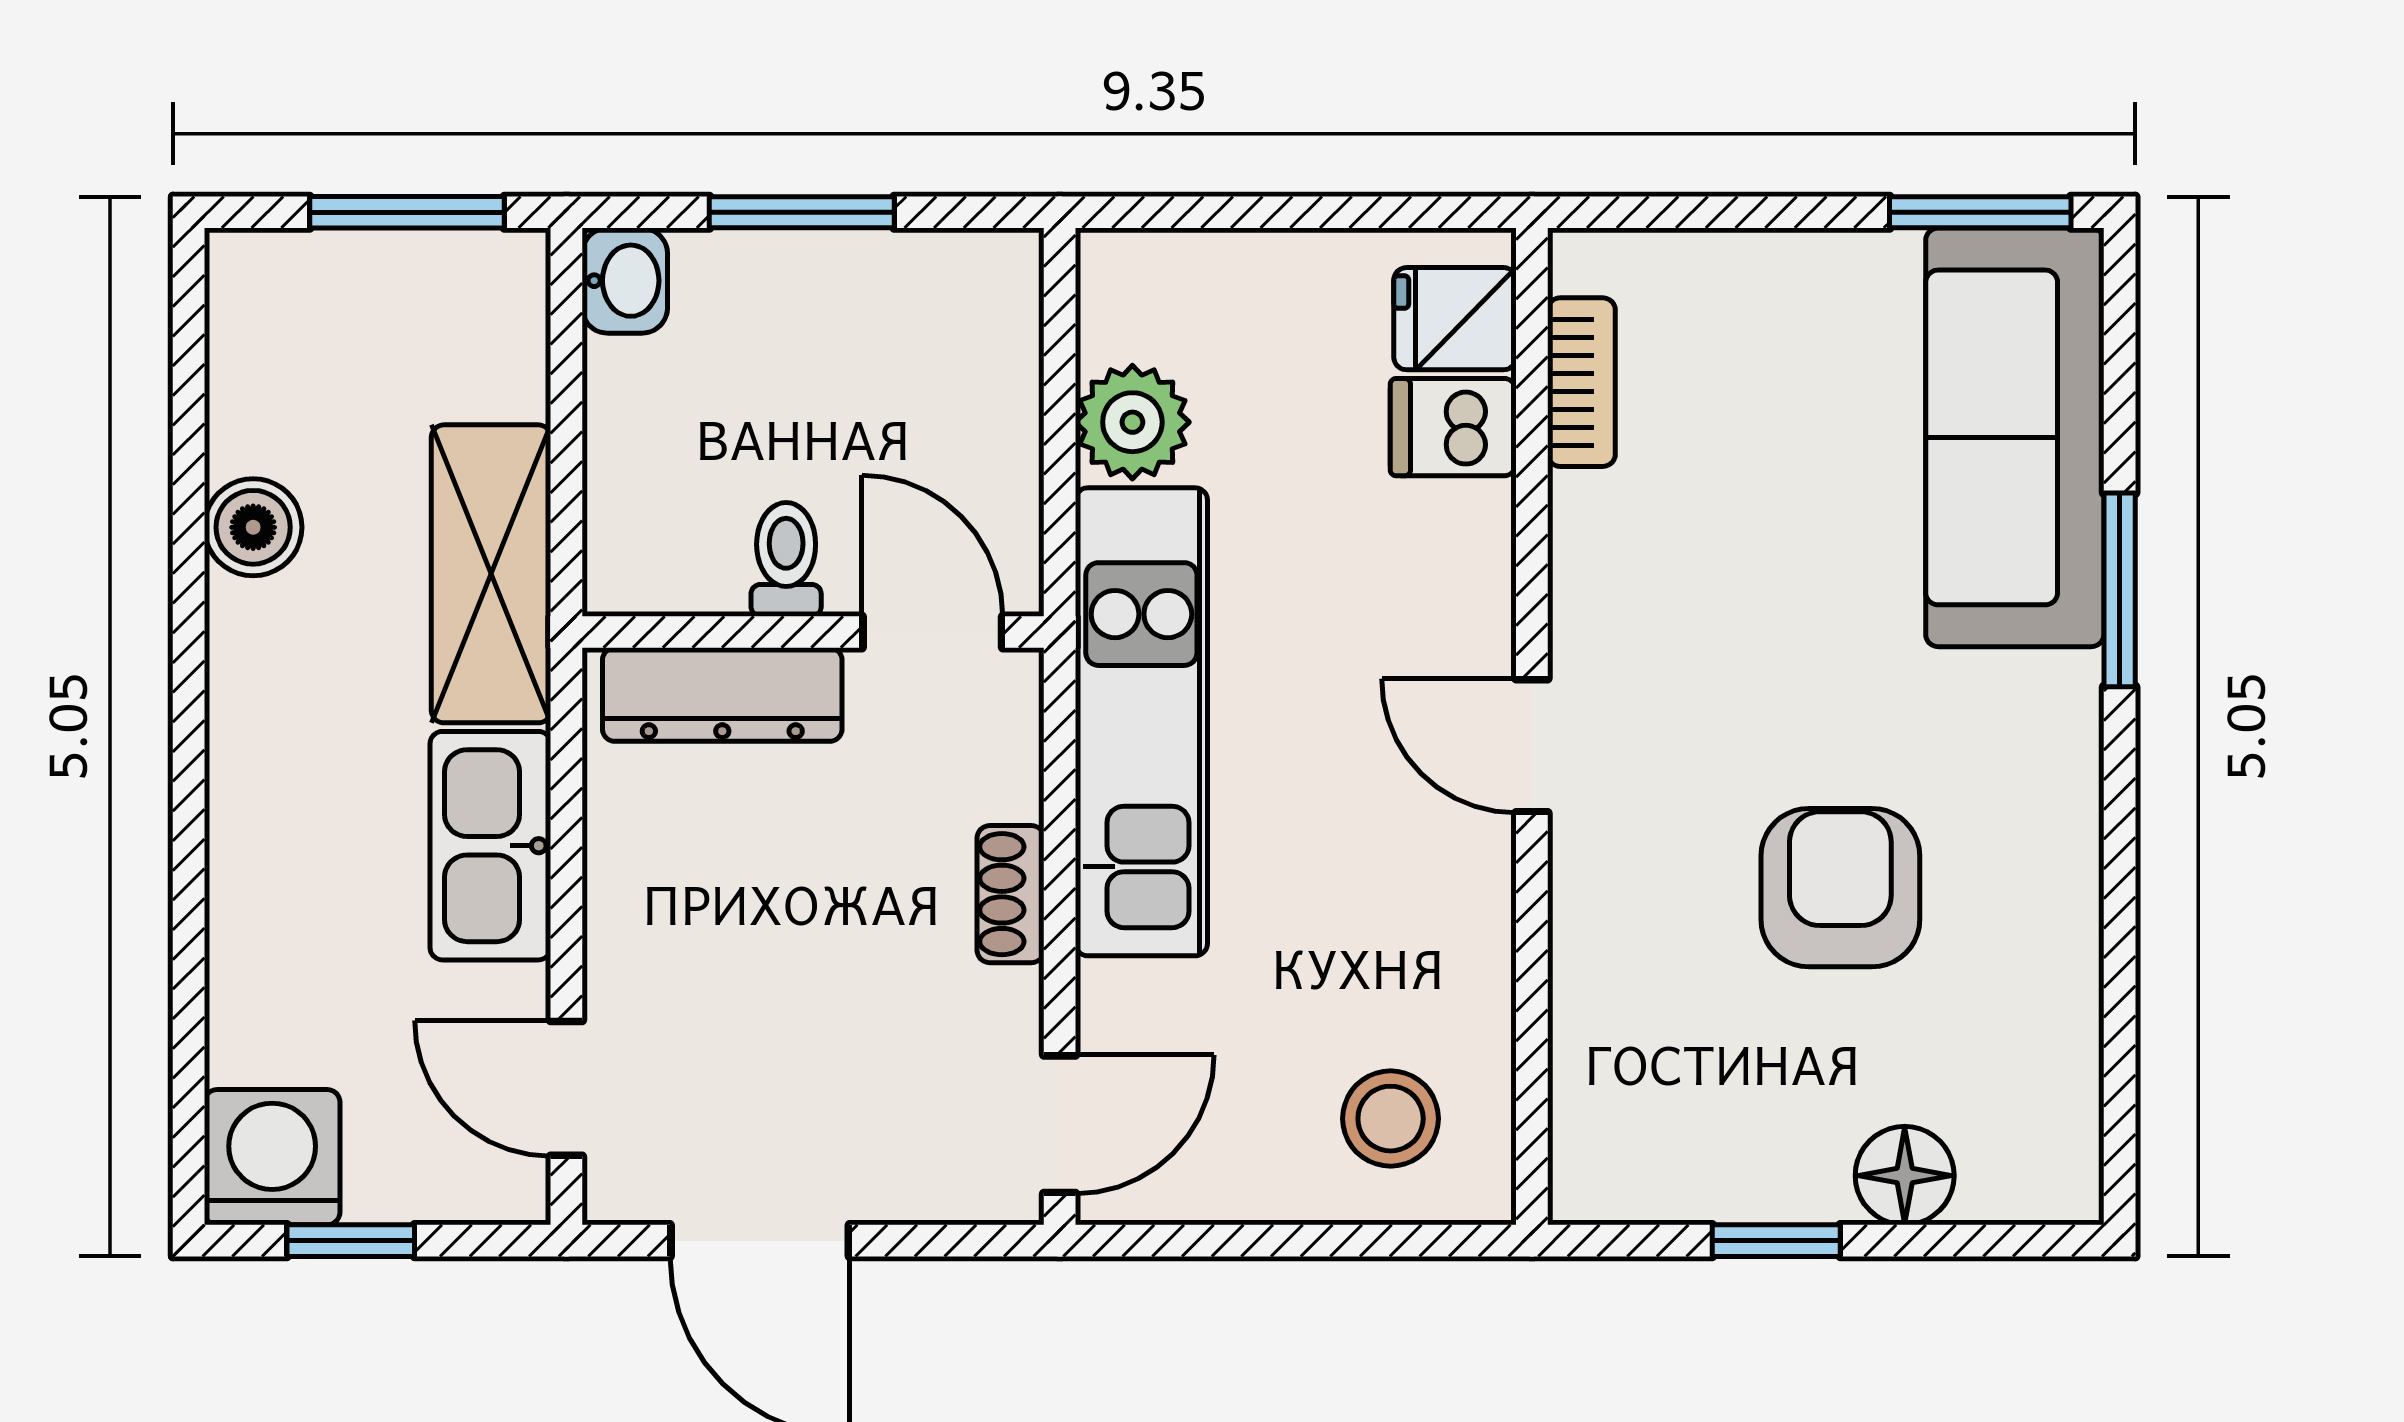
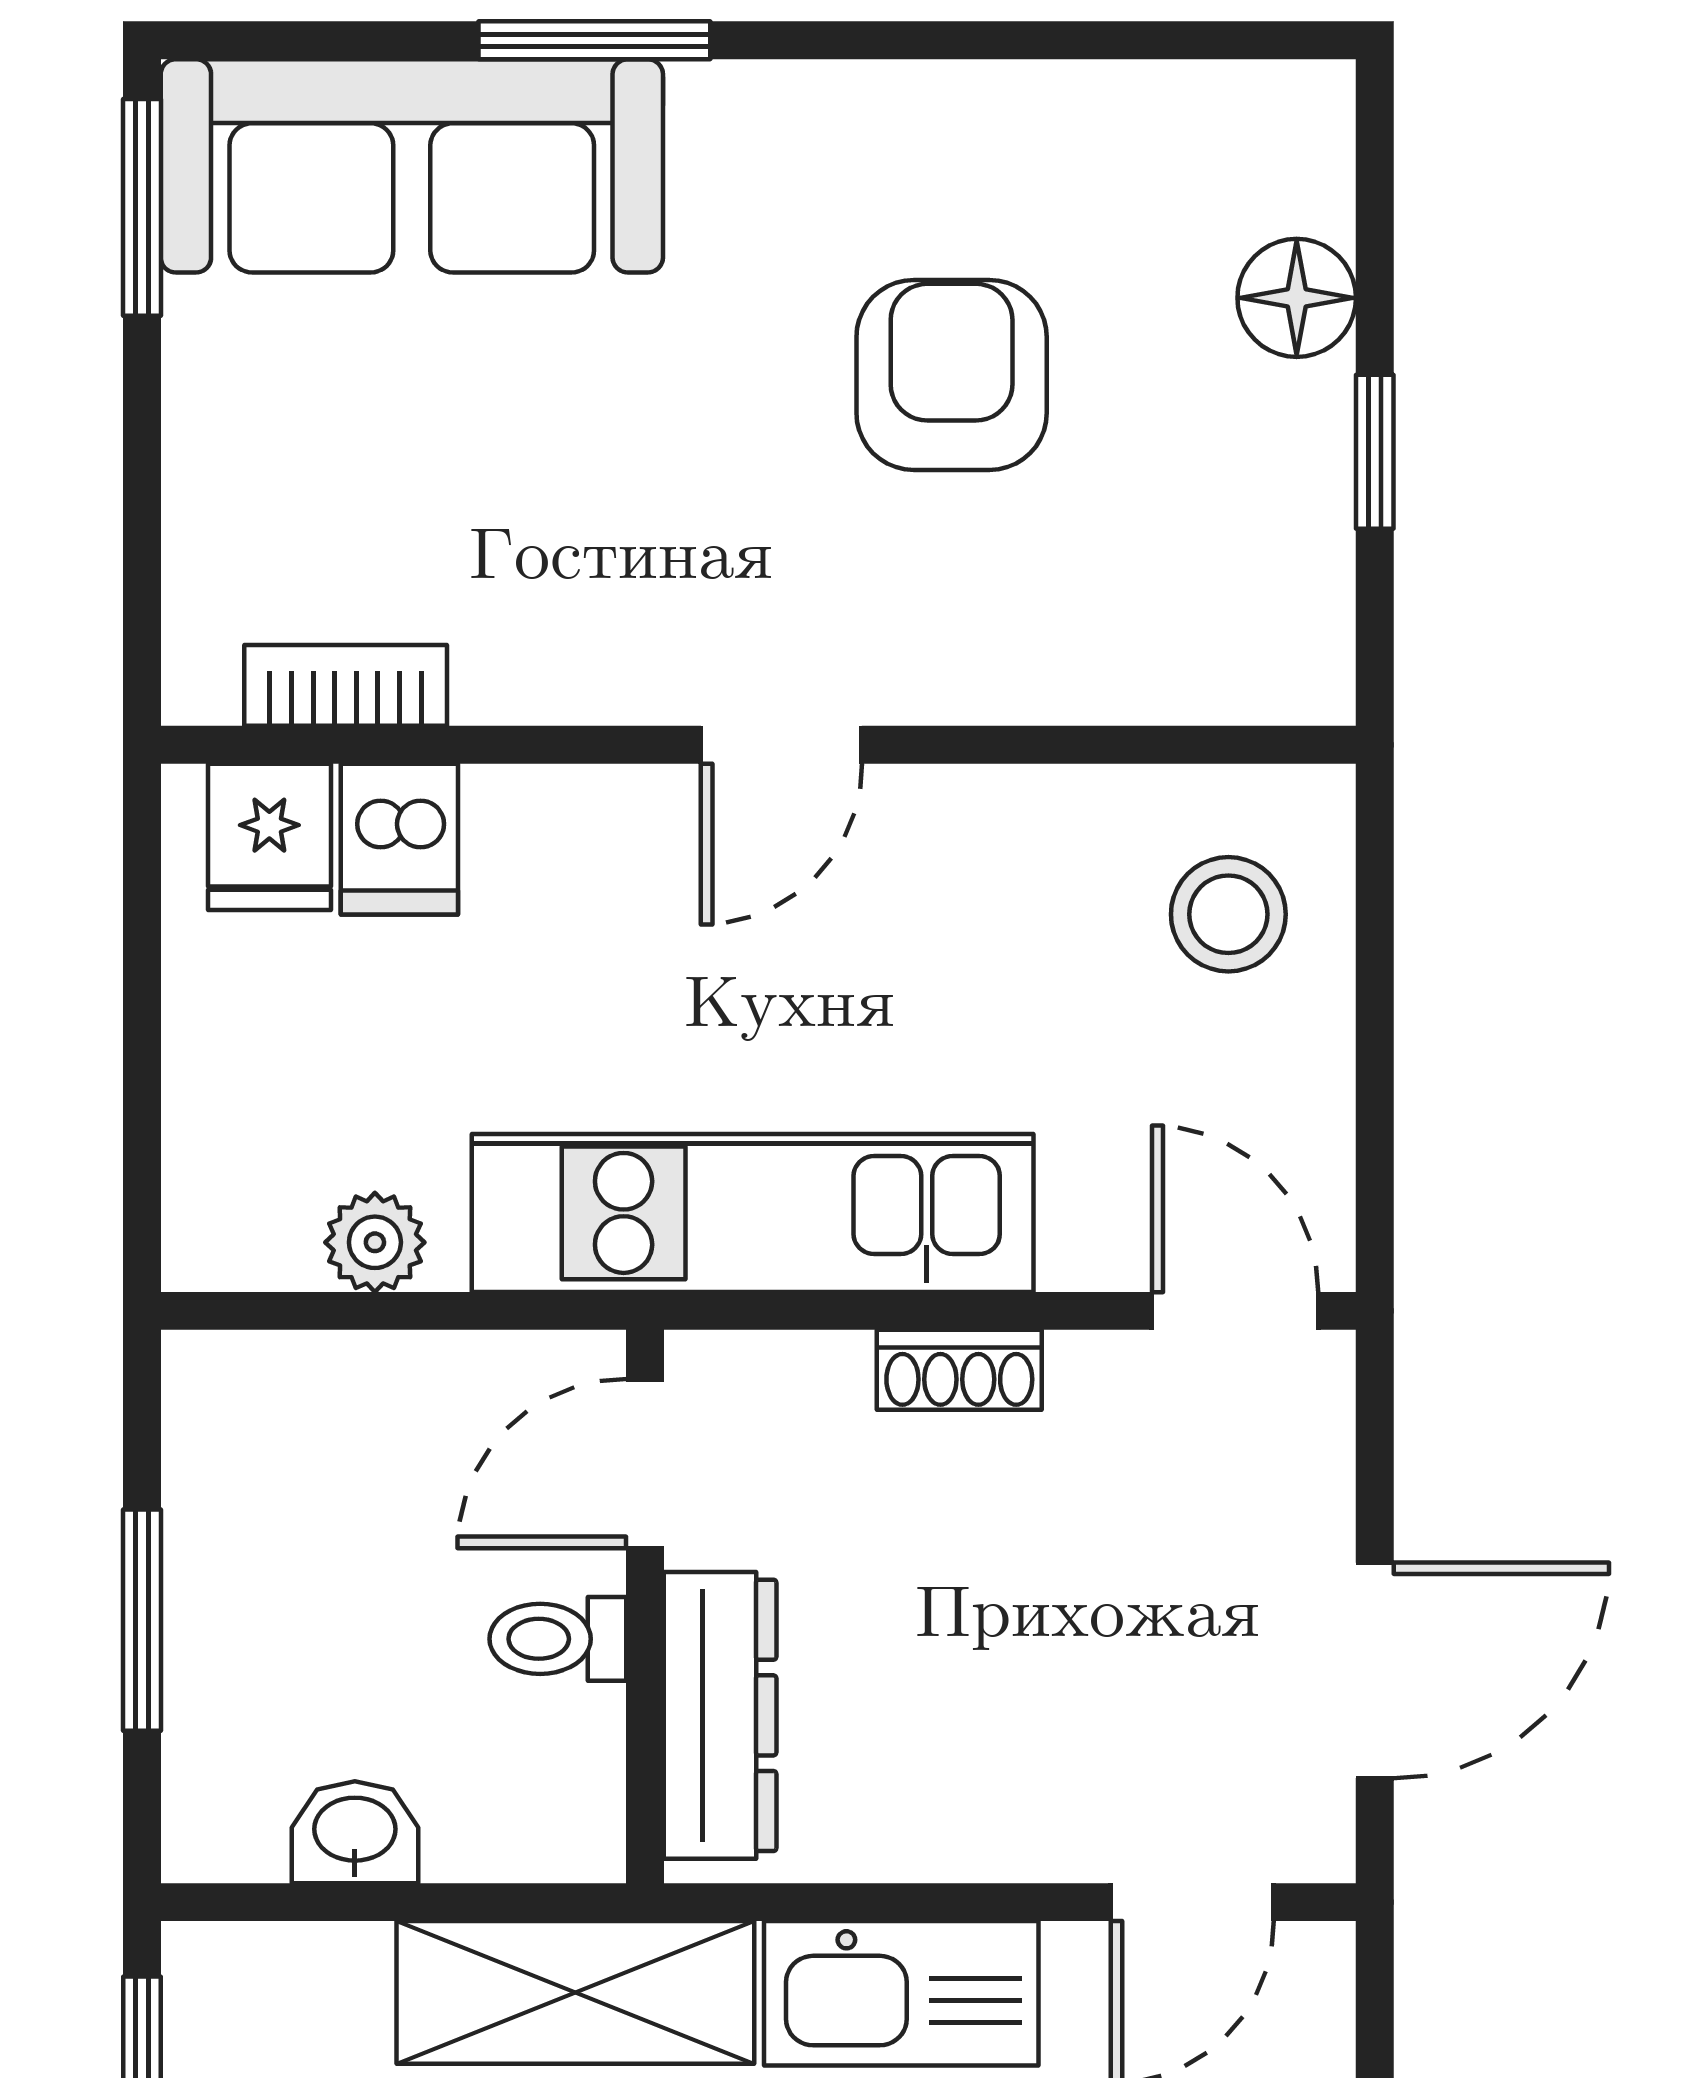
washbasin: (625, 281) -> (355, 1832), moved
plant: (1132, 422) -> (375, 1242), width x0.73, depth x0.73
armchair: (1840, 888) -> (952, 375), turned 90

